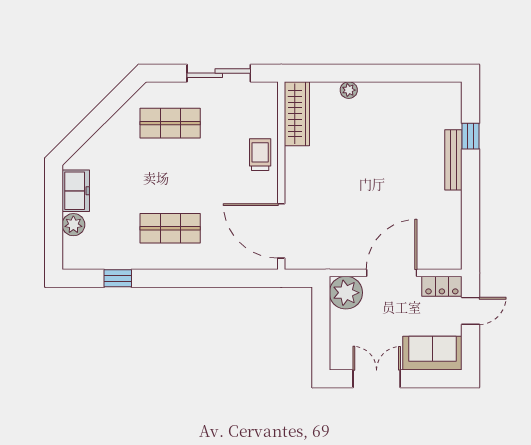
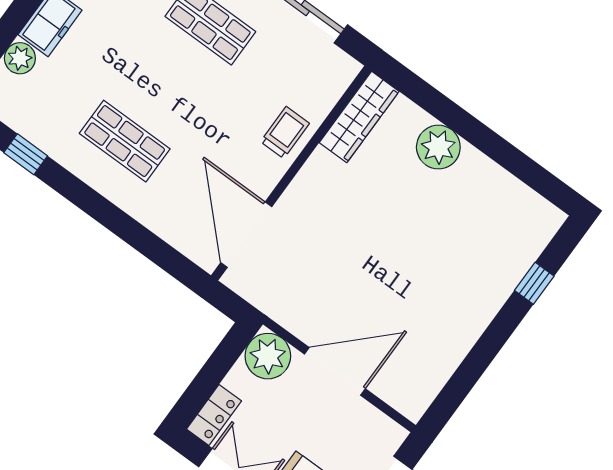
plant: (349, 90) -> (438, 147), width x1.88, depth x1.88
bench: (453, 160) -> (496, 296), removed
locker: (442, 286) -> (214, 415), moved, turned -90

